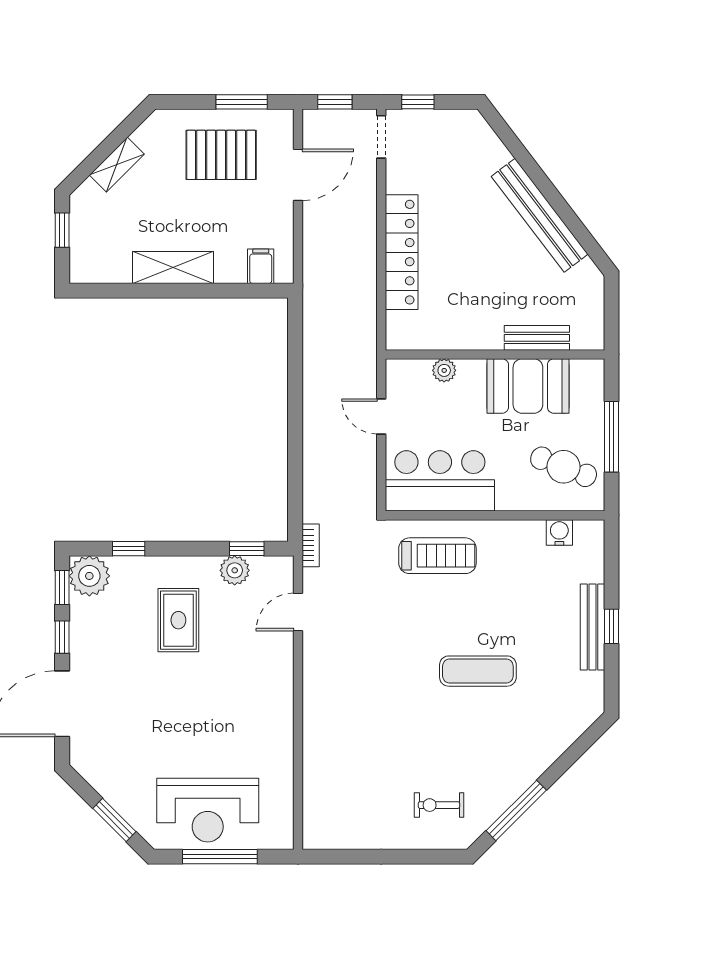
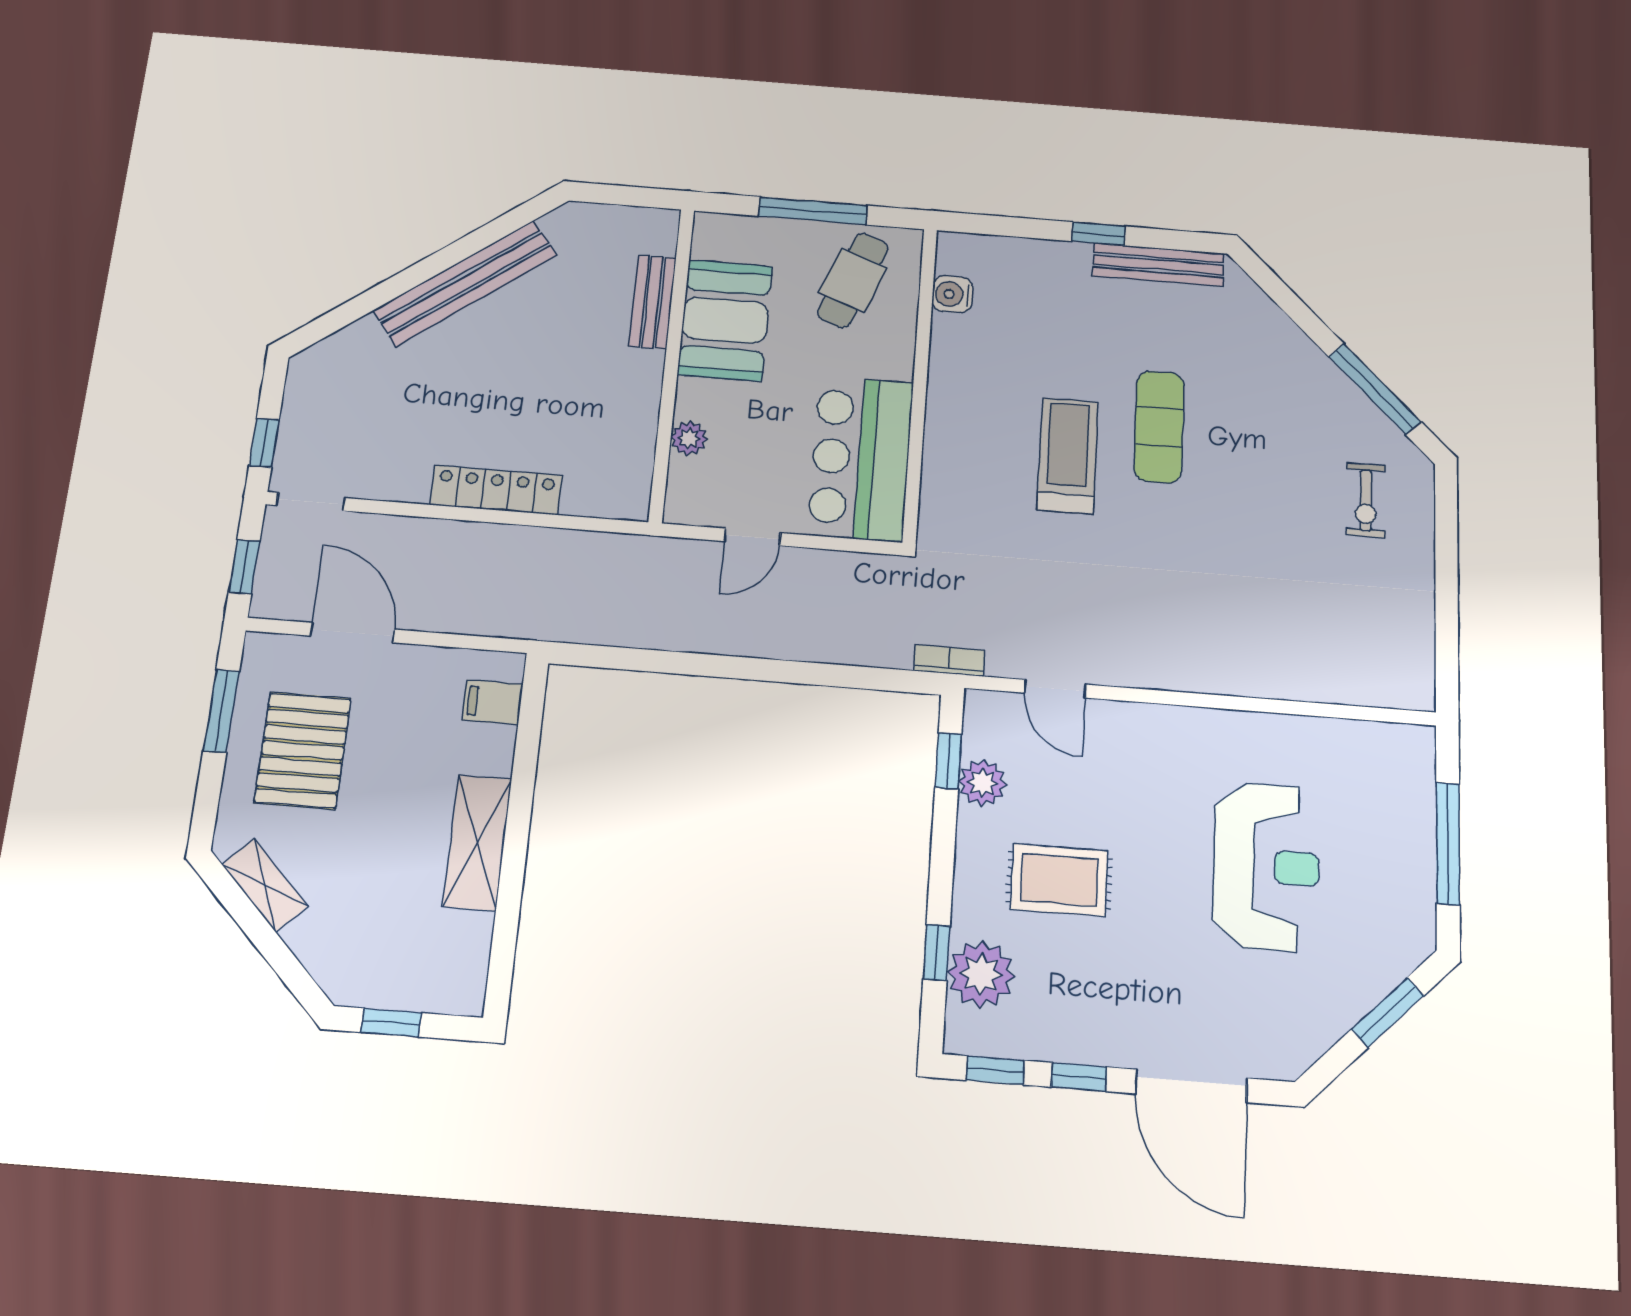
shelving: (117, 165) -> (265, 885), moved
locker: (402, 252) -> (496, 490), width x0.71, depth x0.83
treadmill: (437, 556) -> (1068, 456), moved
plant: (89, 576) -> (981, 974), moved
bench: (592, 627) -> (1158, 265), moved
reception desk: (208, 810) -> (1266, 866), moved

